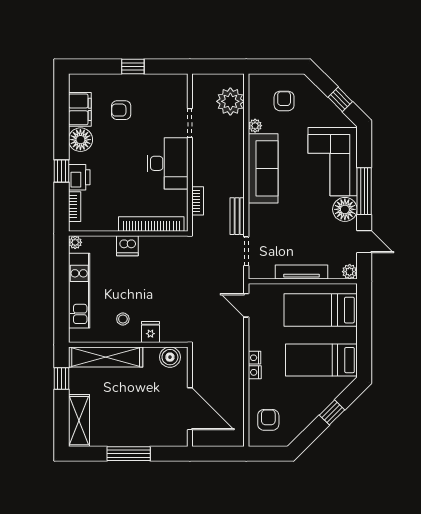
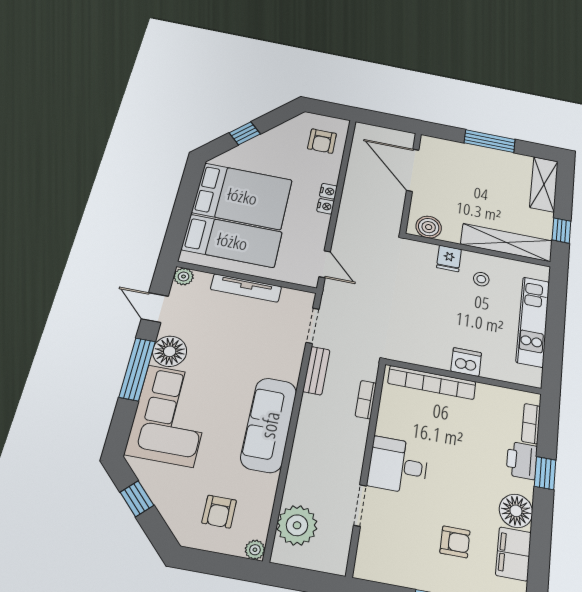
plant: (255, 126) -> (255, 550), moved
desk: (168, 163) -> (398, 465), width x0.73
plant: (75, 242) -> (534, 379), removed
bed: (321, 360) -> (242, 196), width x1.50

